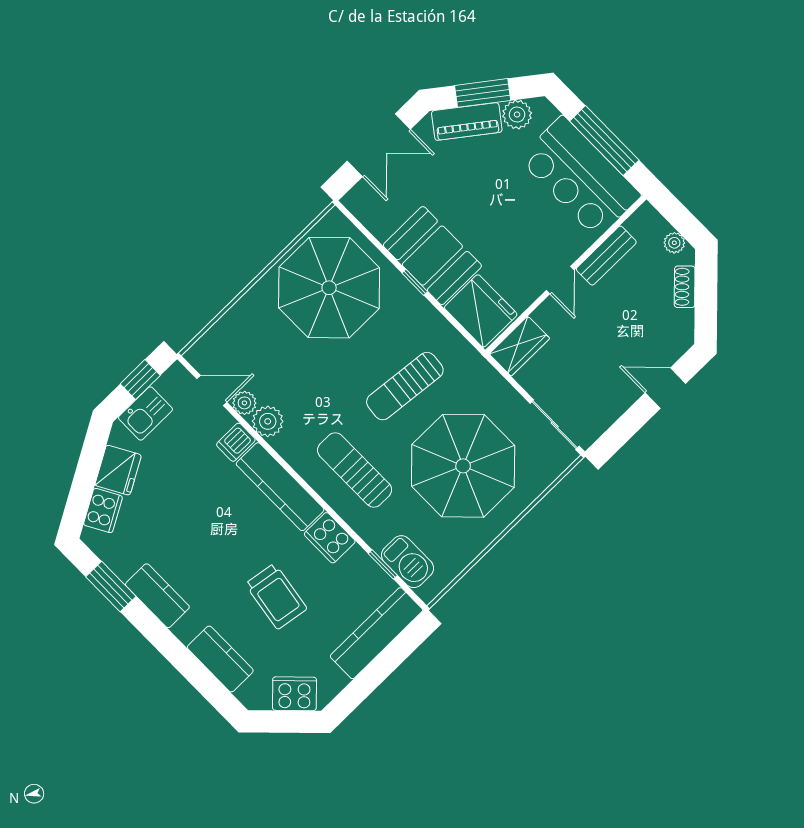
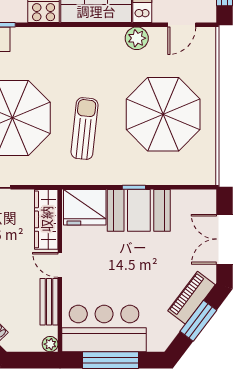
plant: (517, 114) -> (169, 328), removed
plant: (674, 243) -> (50, 344), moved
parasol: (329, 288) -> (163, 114), moved
wardrobe: (520, 346) -> (46, 219), width x1.50
plant: (244, 403) -> (158, 36), removed
sun lounger: (355, 470) -> (66, 59), removed

